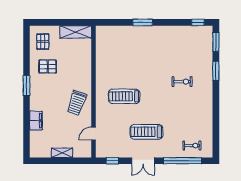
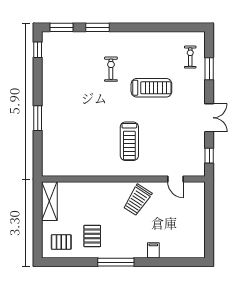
window: (27, 86) -> (116, 262), width x1.44
trolley: (77, 103) -> (137, 200), turned 104
filing cabinet: (36, 120) -> (153, 250), width x0.50
treadmill: (146, 132) -> (151, 88), moved, turned -90
shelving: (62, 153) -> (199, 218), removed
window: (183, 161) -> (209, 69), width x0.47

